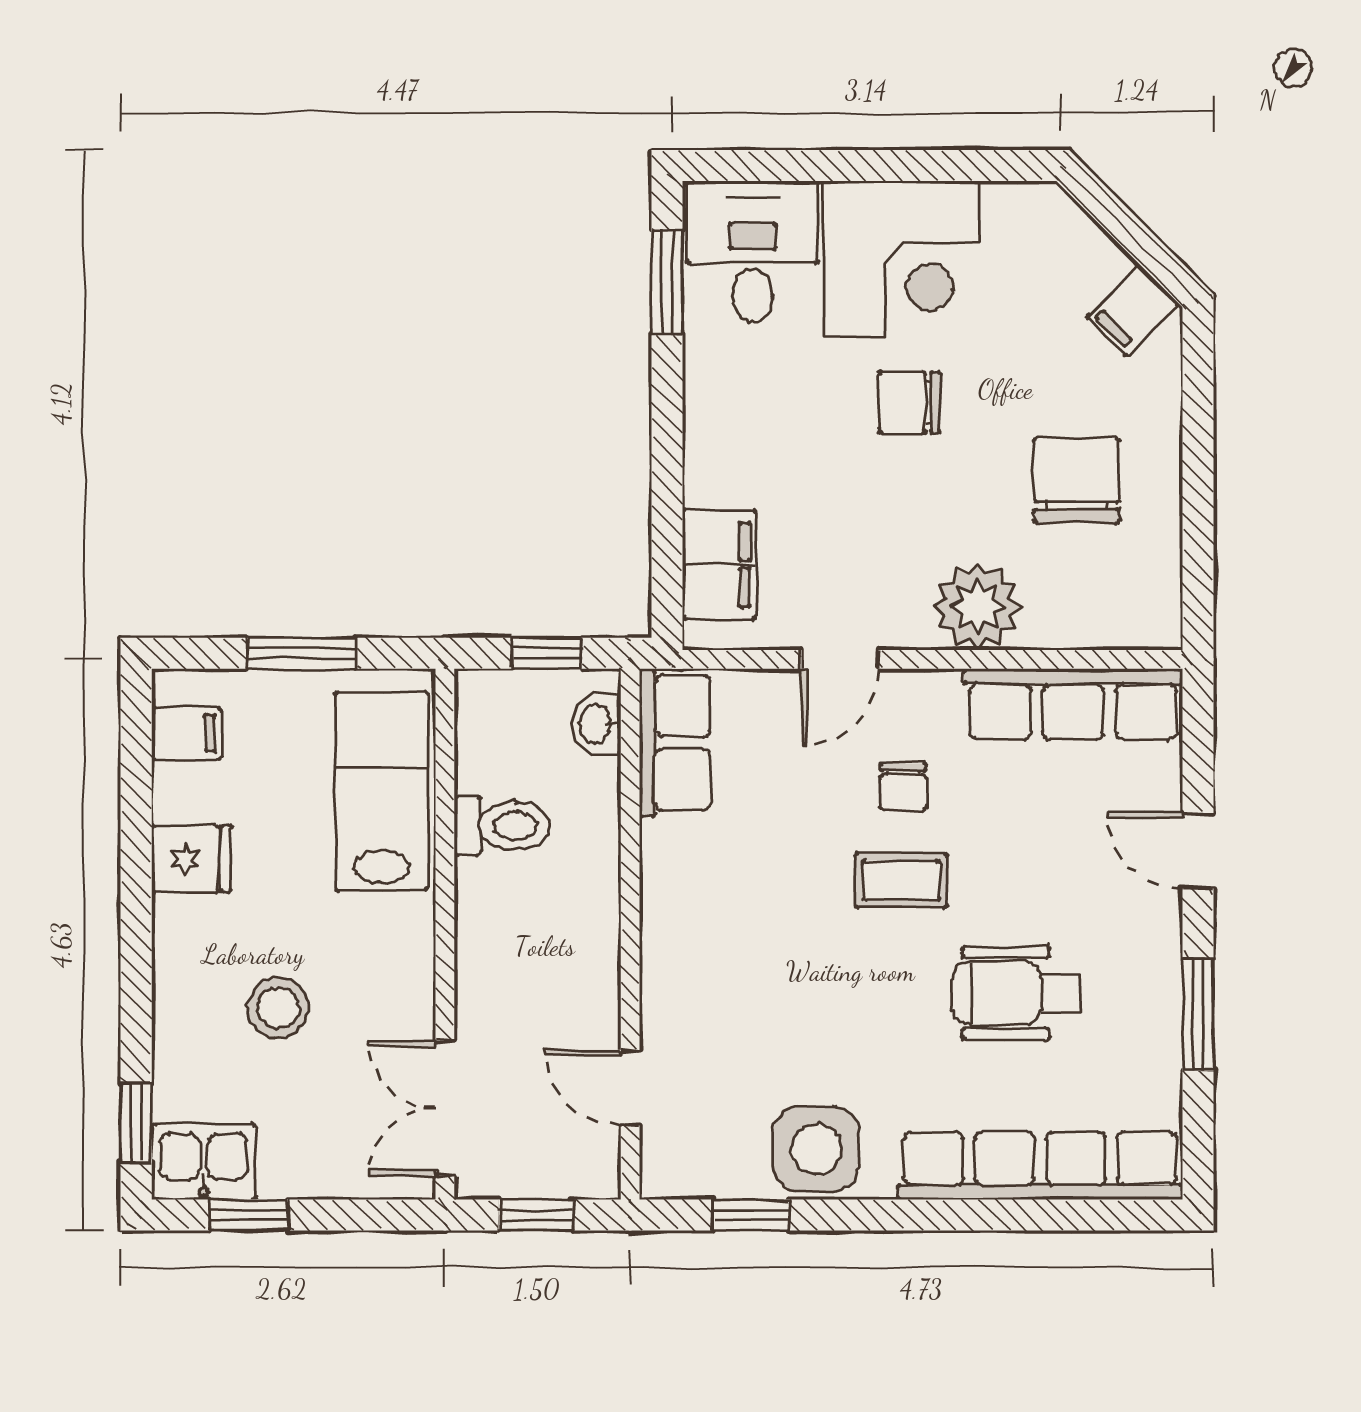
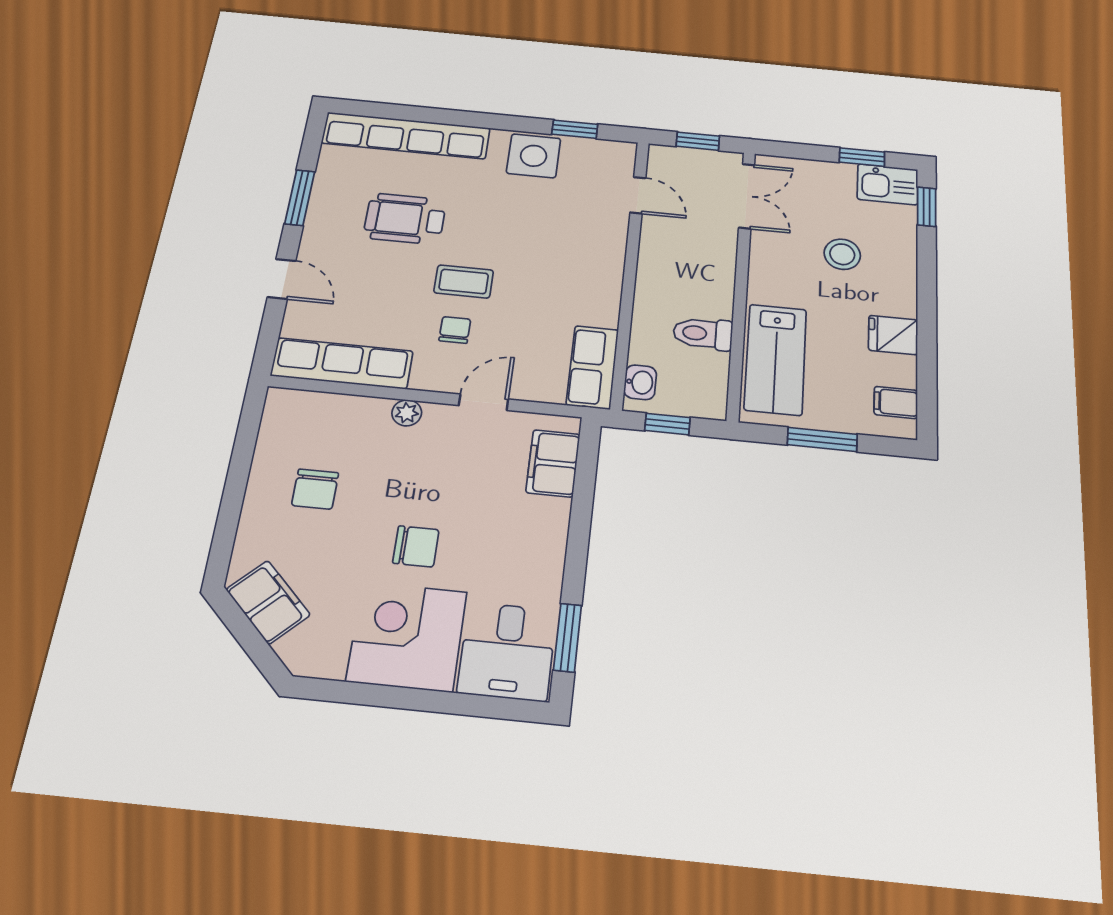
filing cabinet: (1132, 310) -> (268, 602), width x2.00
chair: (1077, 480) -> (315, 489), width x0.73, depth x0.73
plant: (978, 607) -> (407, 413), width x0.53, depth x0.53
wheelchair: (1016, 993) -> (405, 219), turned 180

